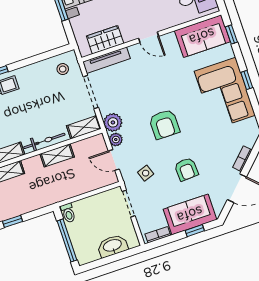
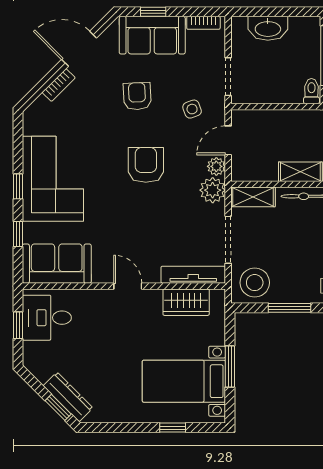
window: (231, 35) -> (18, 234), moved
window: (33, 60) -> (289, 308), added
stool: (63, 69) -> (255, 283), width x1.89, depth x1.89
door: (114, 160) -> (228, 140), swing flipped

